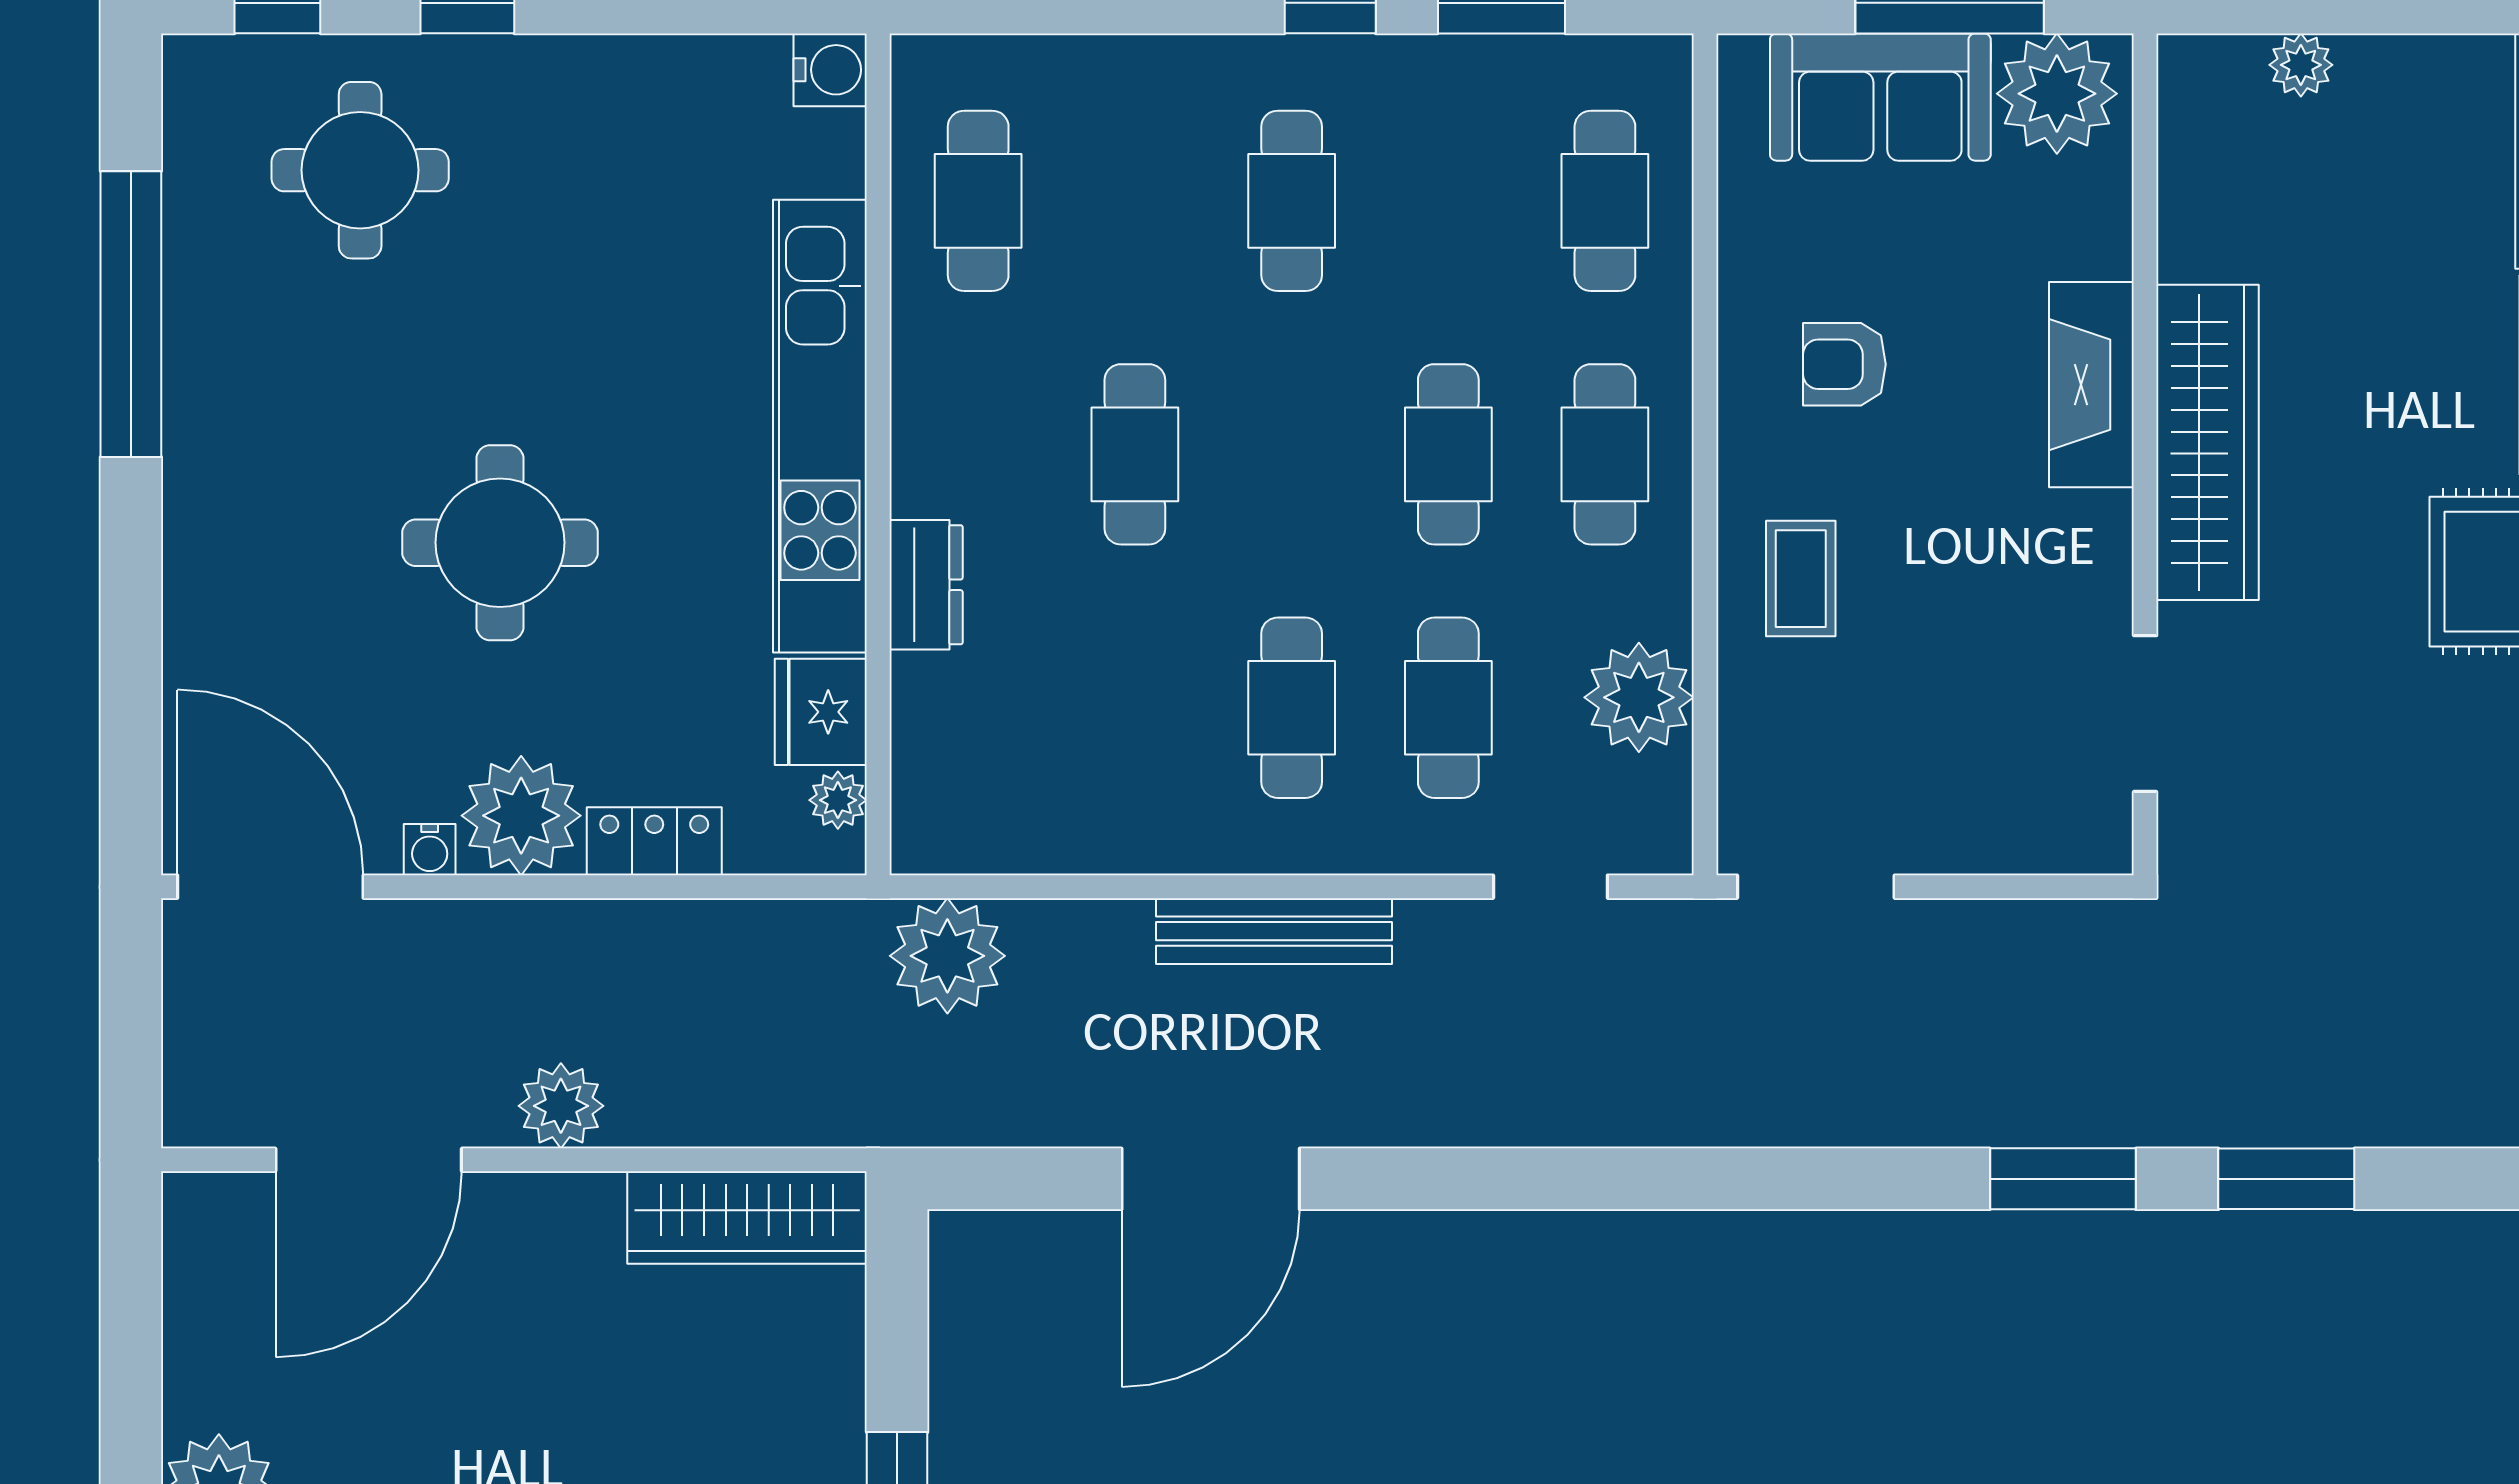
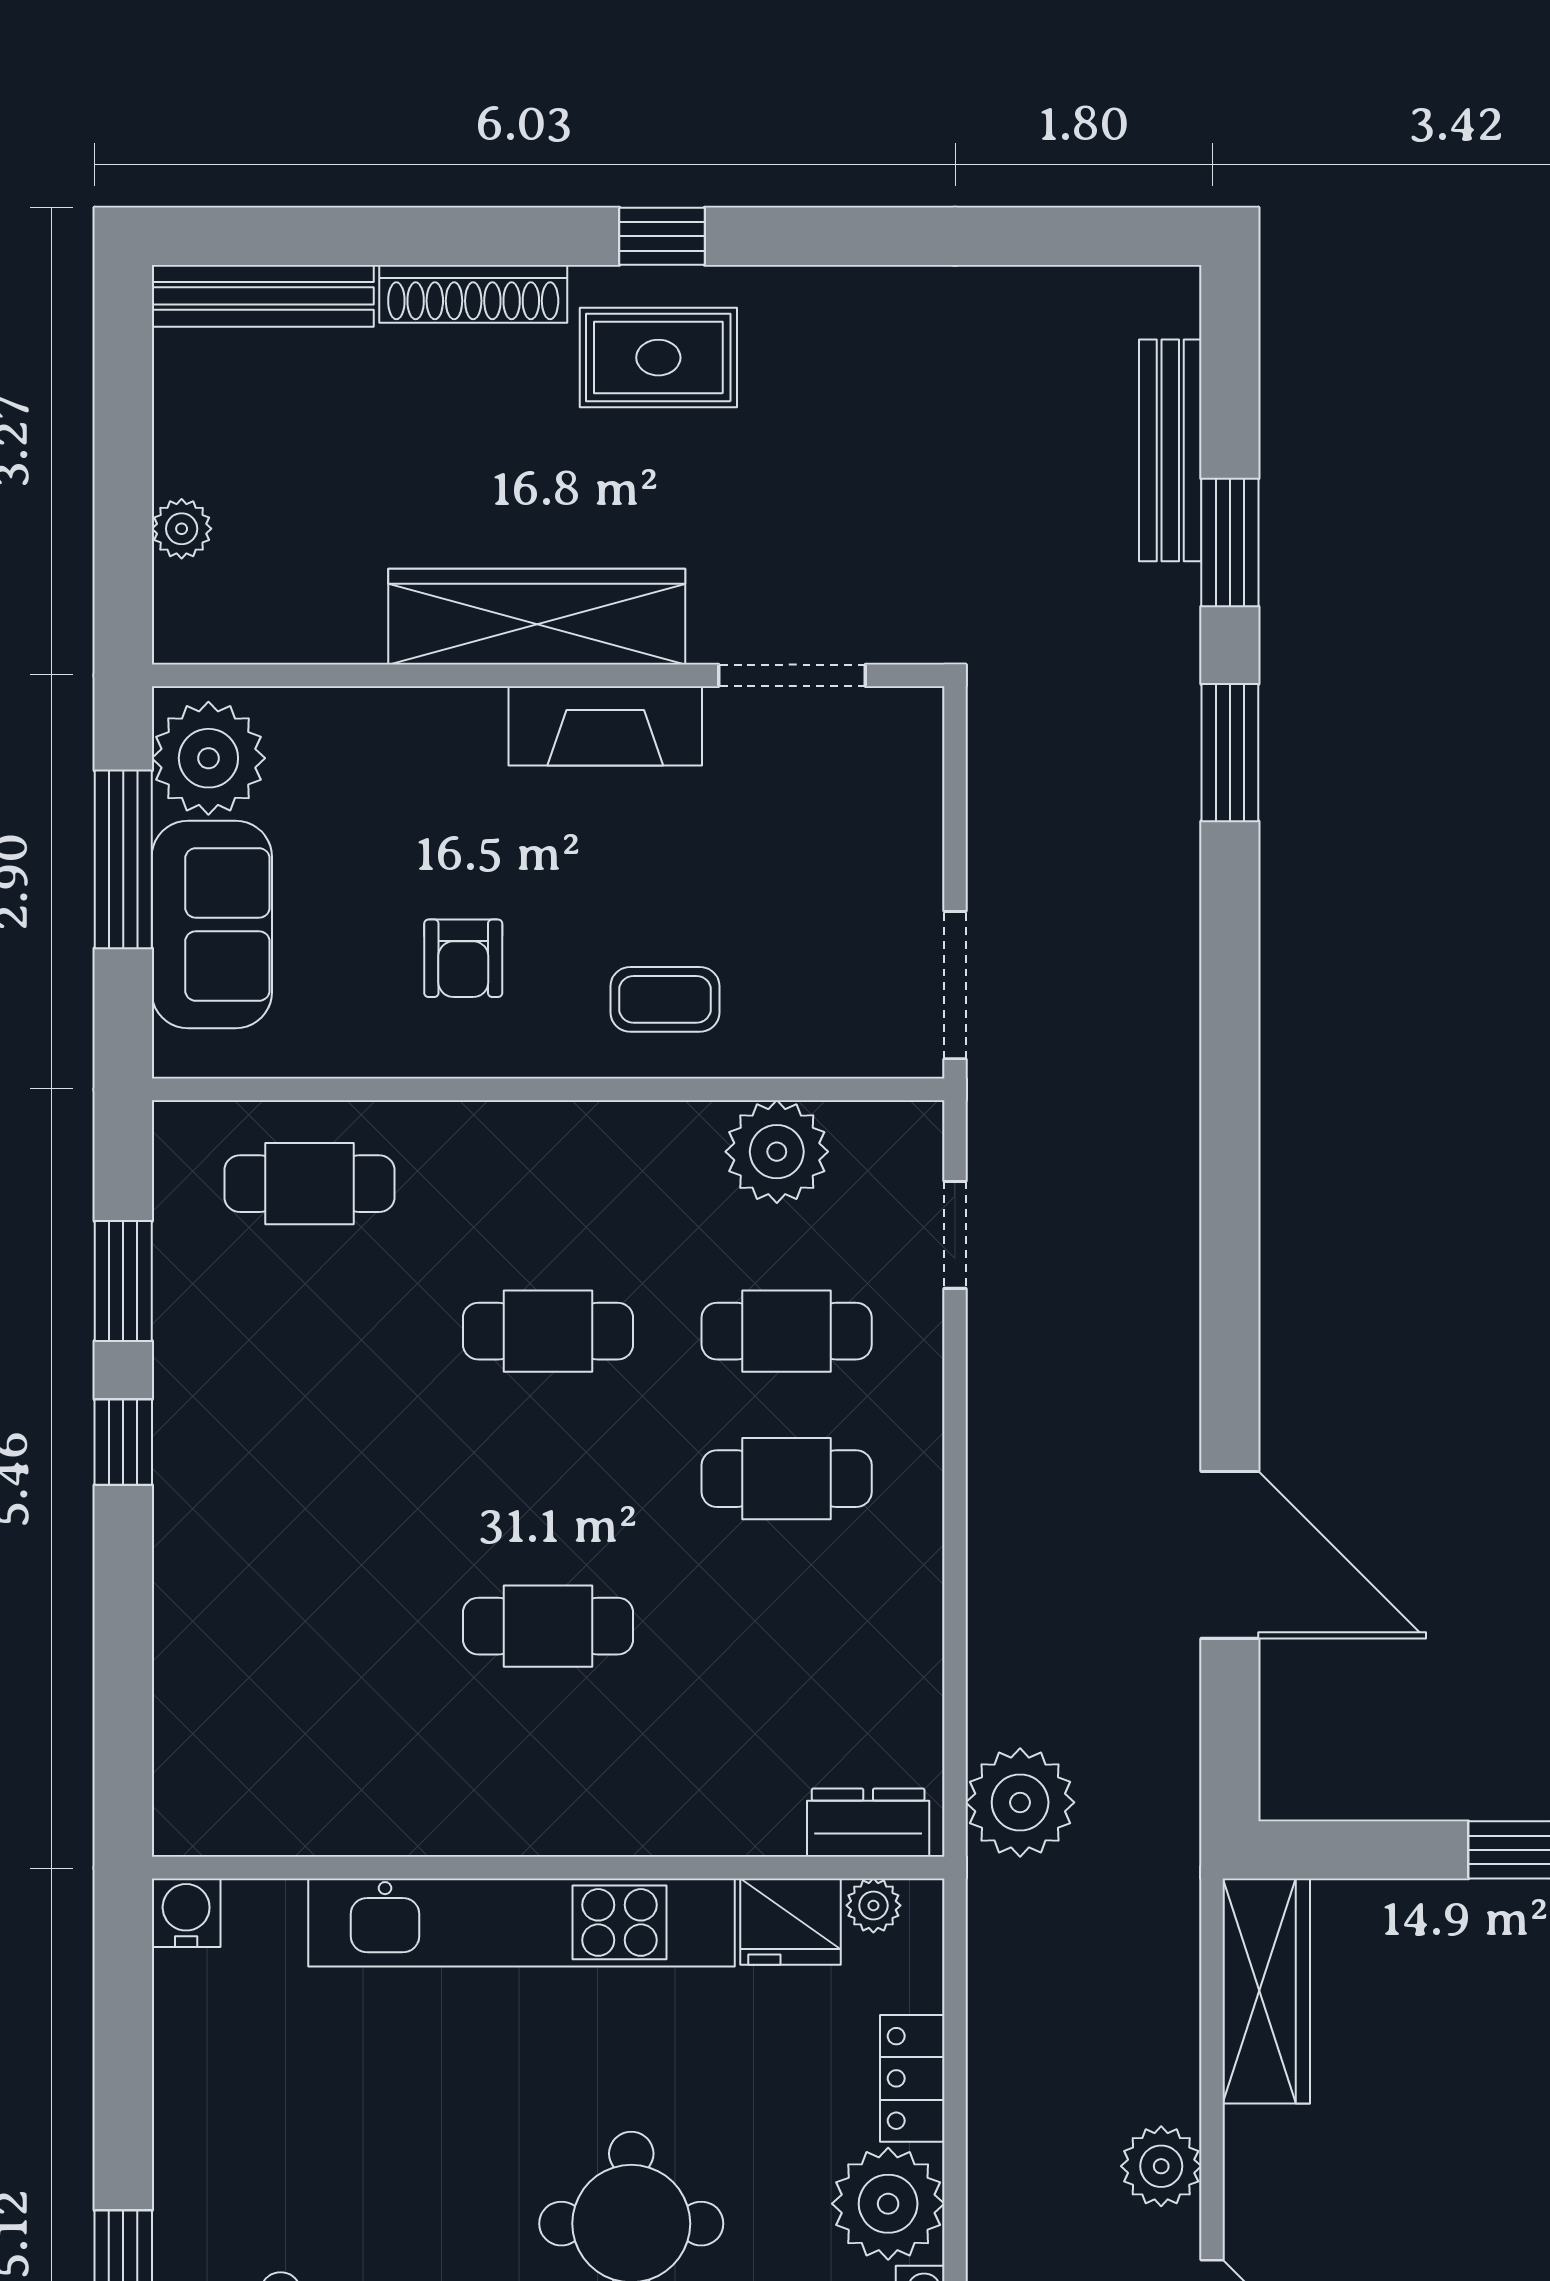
cafe table: (978, 201) -> (309, 1774), removed
cafe table: (1292, 201) -> (309, 1479), removed
fireplace: (2091, 385) -> (605, 726), moved
cafe table: (1605, 454) -> (548, 1184), removed
dresser: (926, 585) -> (868, 1823), moved
bench: (1274, 931) -> (1170, 450), moved

